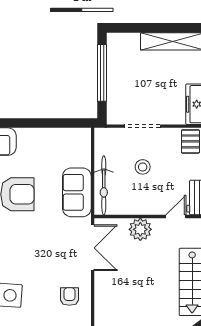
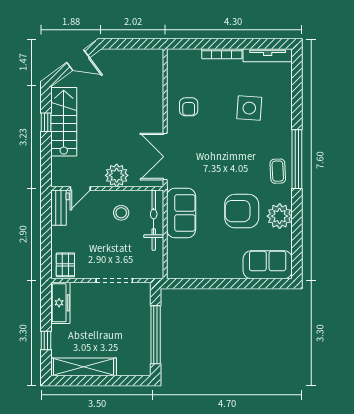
stool: (143, 167) -> (121, 213), moved

